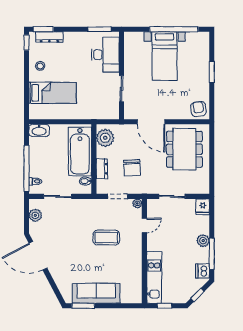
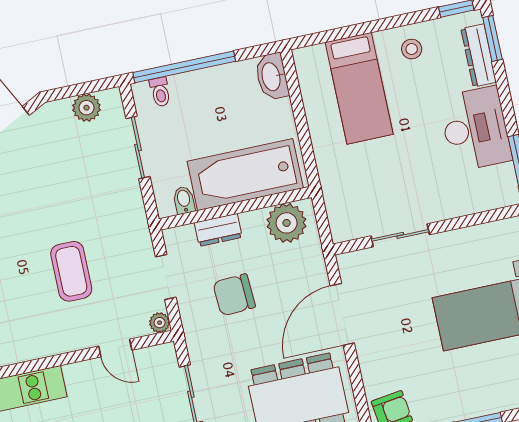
desk: (105, 55) -> (475, 129), moved, turned -90

